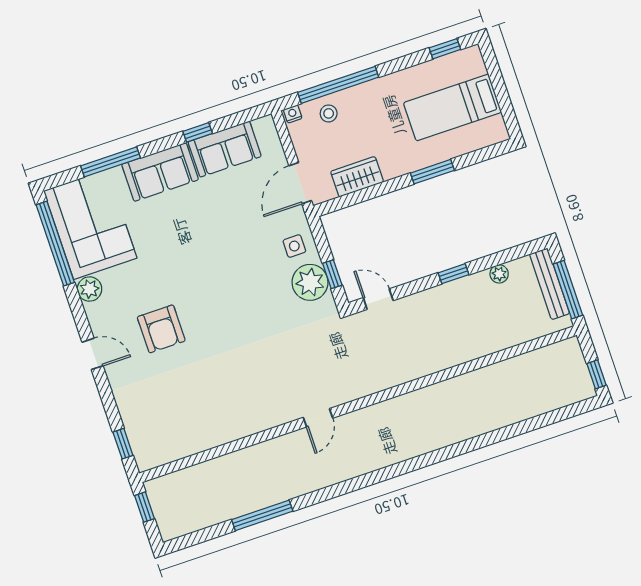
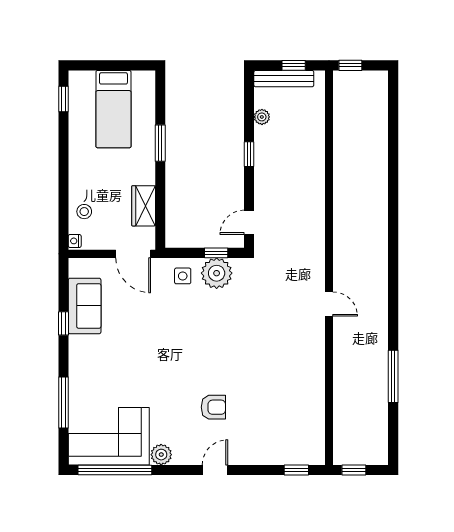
window: (338, 85) -> (64, 196), removed
sofa: (160, 172) -> (85, 365), removed
window: (568, 290) -> (294, 65), width x0.46
armchair: (161, 329) -> (213, 407), width x0.72, depth x0.72
window: (597, 374) -> (350, 65), moved

